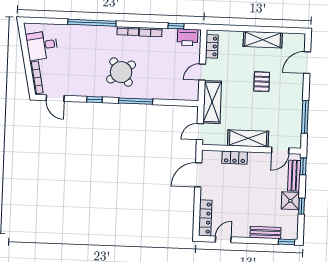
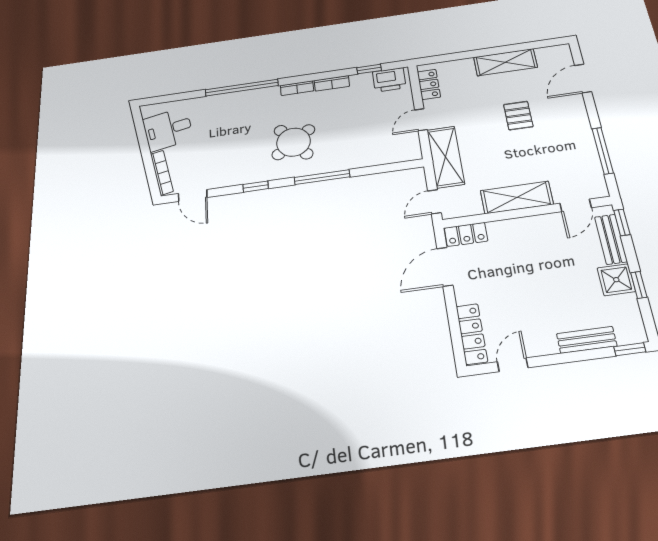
locker: (235, 158) -> (466, 234), moved

